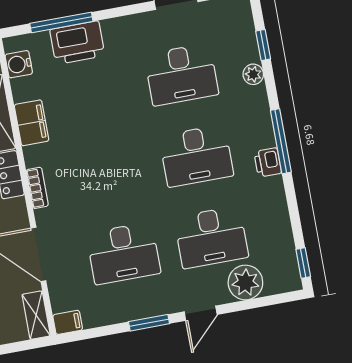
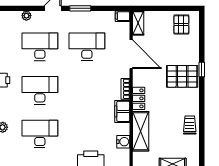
water cooler: (19, 64) -> (123, 142), moved
filing cabinet: (32, 123) -> (122, 111), moved
plant: (245, 282) -> (26, 16), width x0.53, depth x0.53

